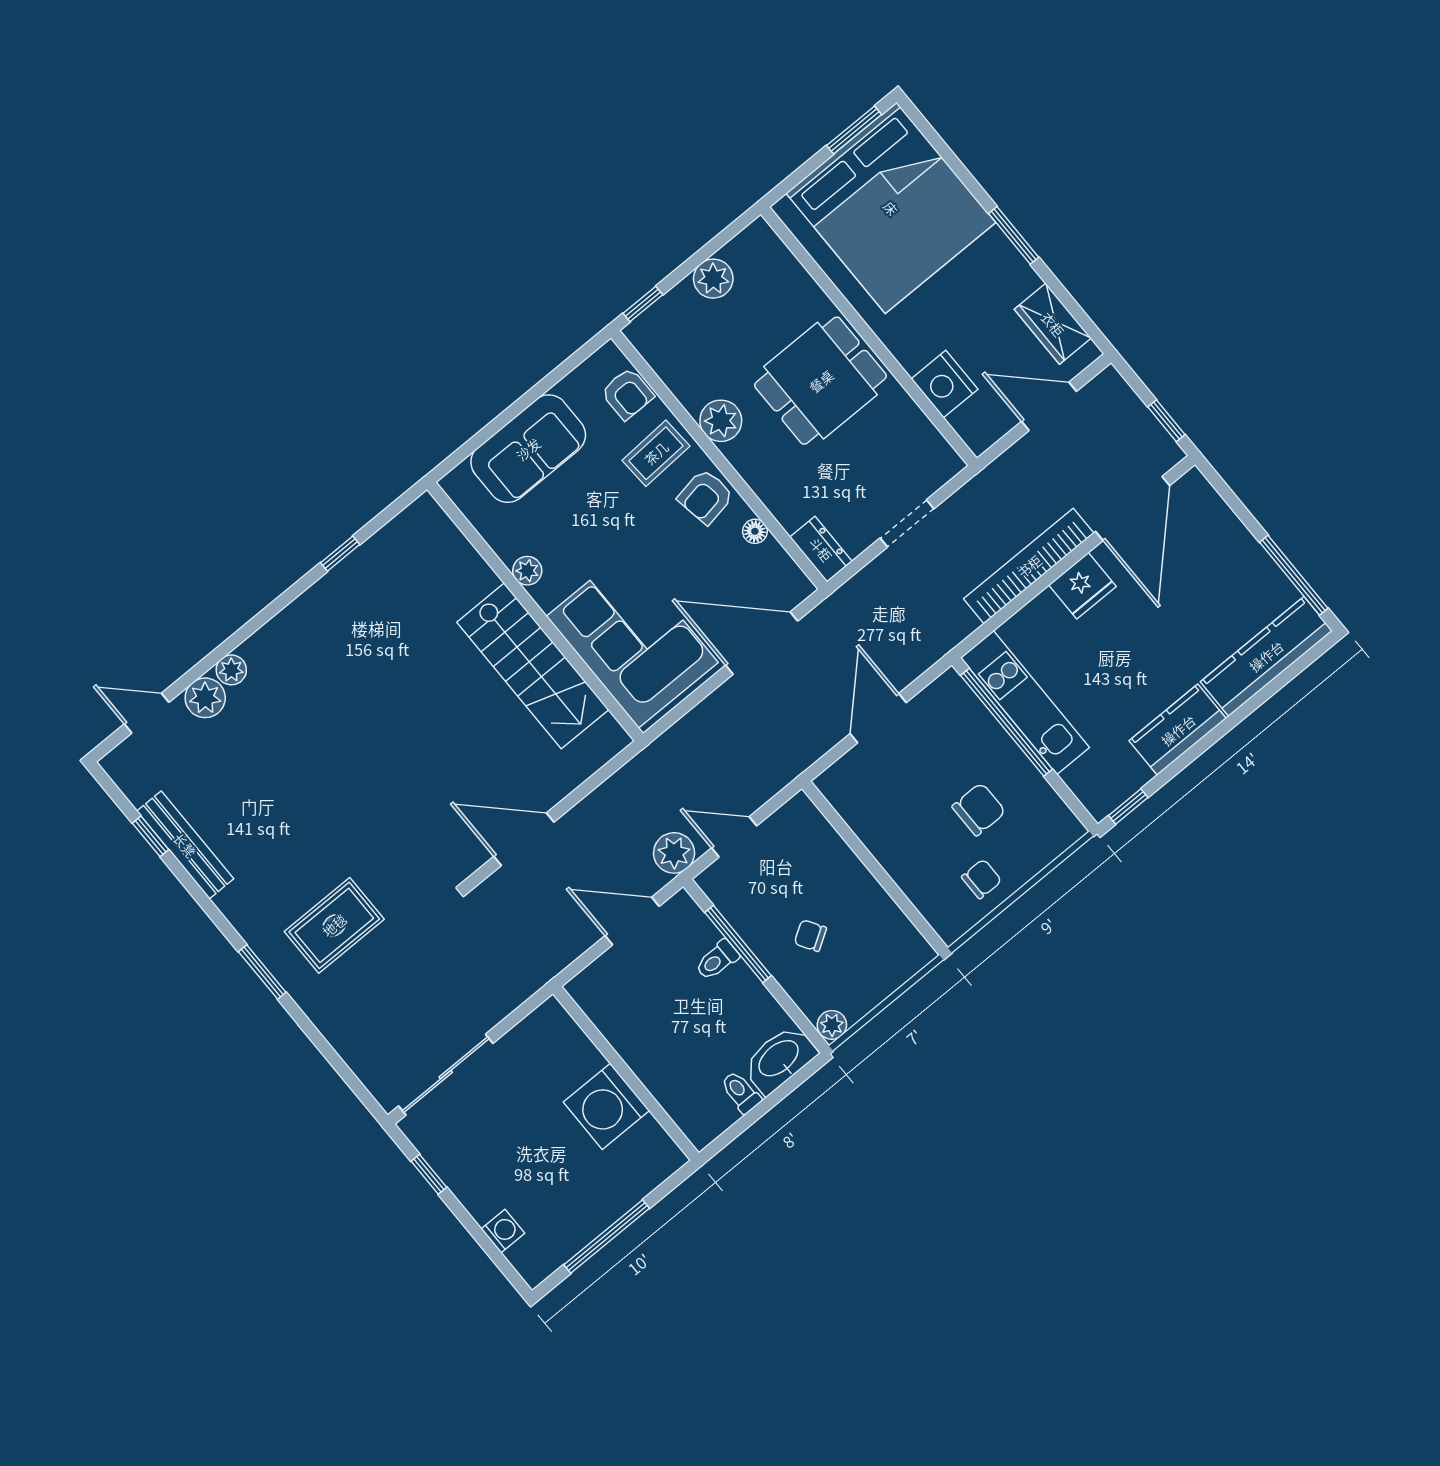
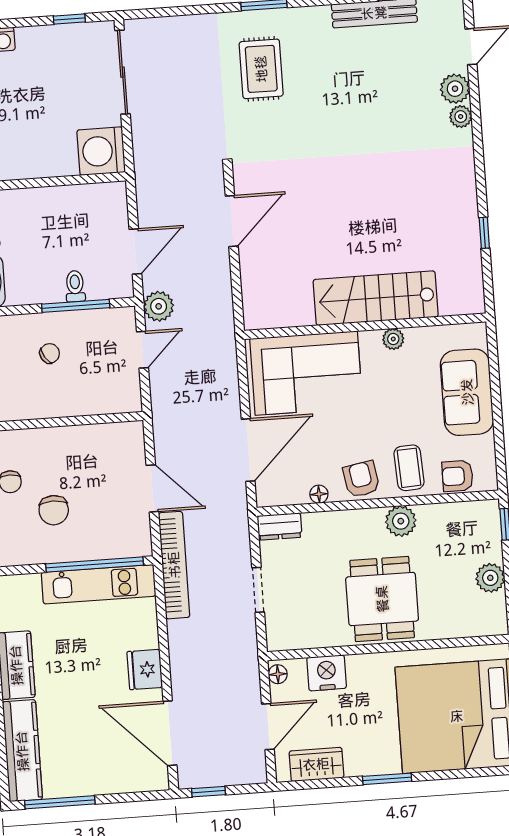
floor lamp: (984, 436) -> (278, 674), added
bookcase: (1029, 566) -> (174, 565), moved
stairs: (533, 666) -> (376, 298), moved
washing machine: (606, 1106) -> (101, 151), moved, turned -90

